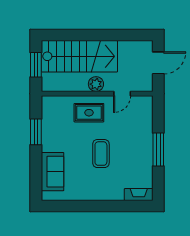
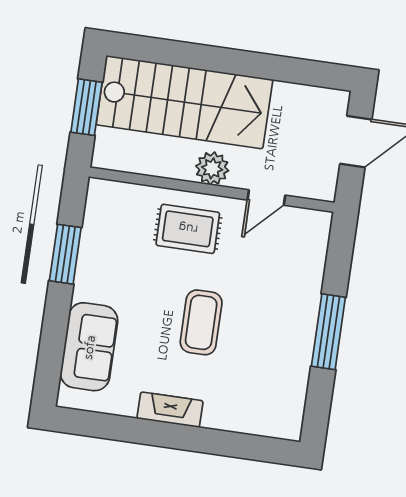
fireplace: (139, 195) -> (170, 410), moved

